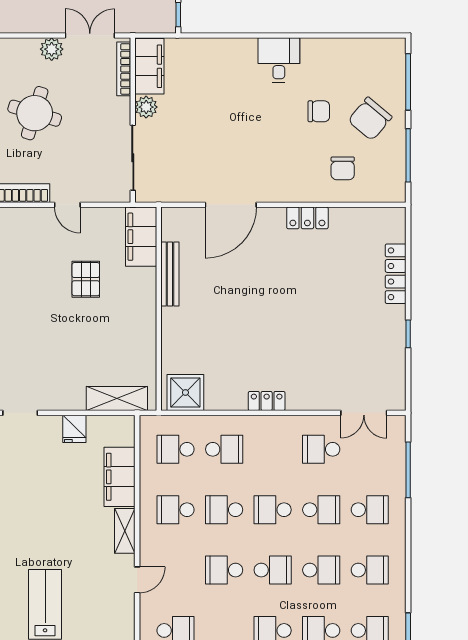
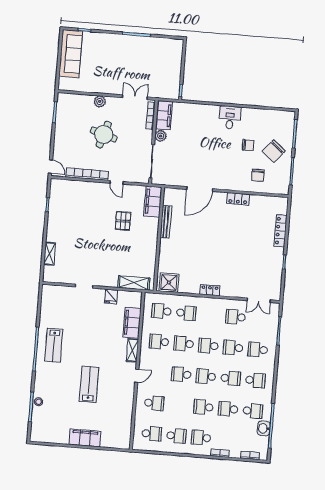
plant: (52, 49) -> (100, 101), moved
school desk: (321, 510) -> (233, 348), turned 180
school desk: (370, 510) -> (258, 350), turned 180
school desk: (273, 570) -> (206, 376), turned 180

